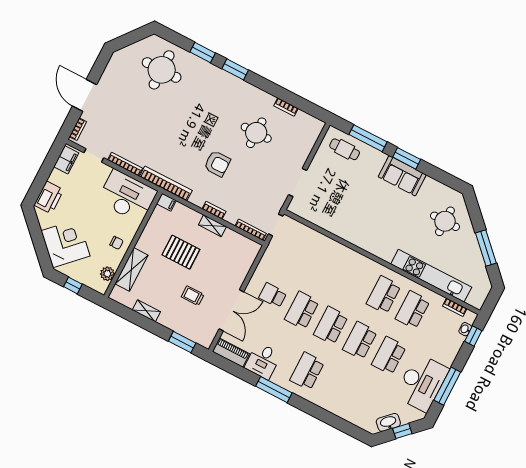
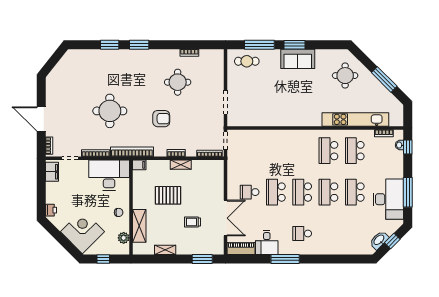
round table: (162, 70) -> (110, 111), moved
printer: (49, 197) -> (51, 210), width x0.53, depth x0.68
school desk: (307, 371) -> (302, 234), width x0.54

